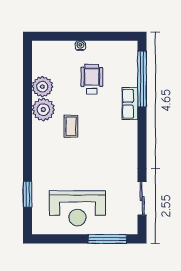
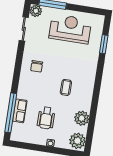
row of seats: (130, 104) -> (20, 111), moved
plant: (43, 110) -> (77, 141), moved
chair: (116, 149) -> (37, 66), added
plant: (129, 226) -> (36, 11), added

